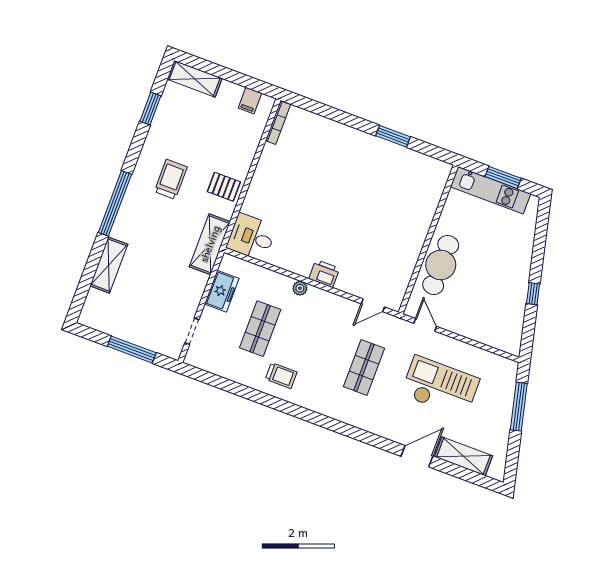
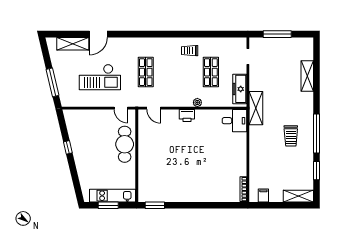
window: (393, 136) -> (155, 205), moved
pallet: (224, 187) -> (260, 143), removed
window: (115, 203) -> (317, 134), moved
freezer: (222, 291) -> (240, 89), width x1.40
door: (373, 305) -> (154, 108), swing flipped

